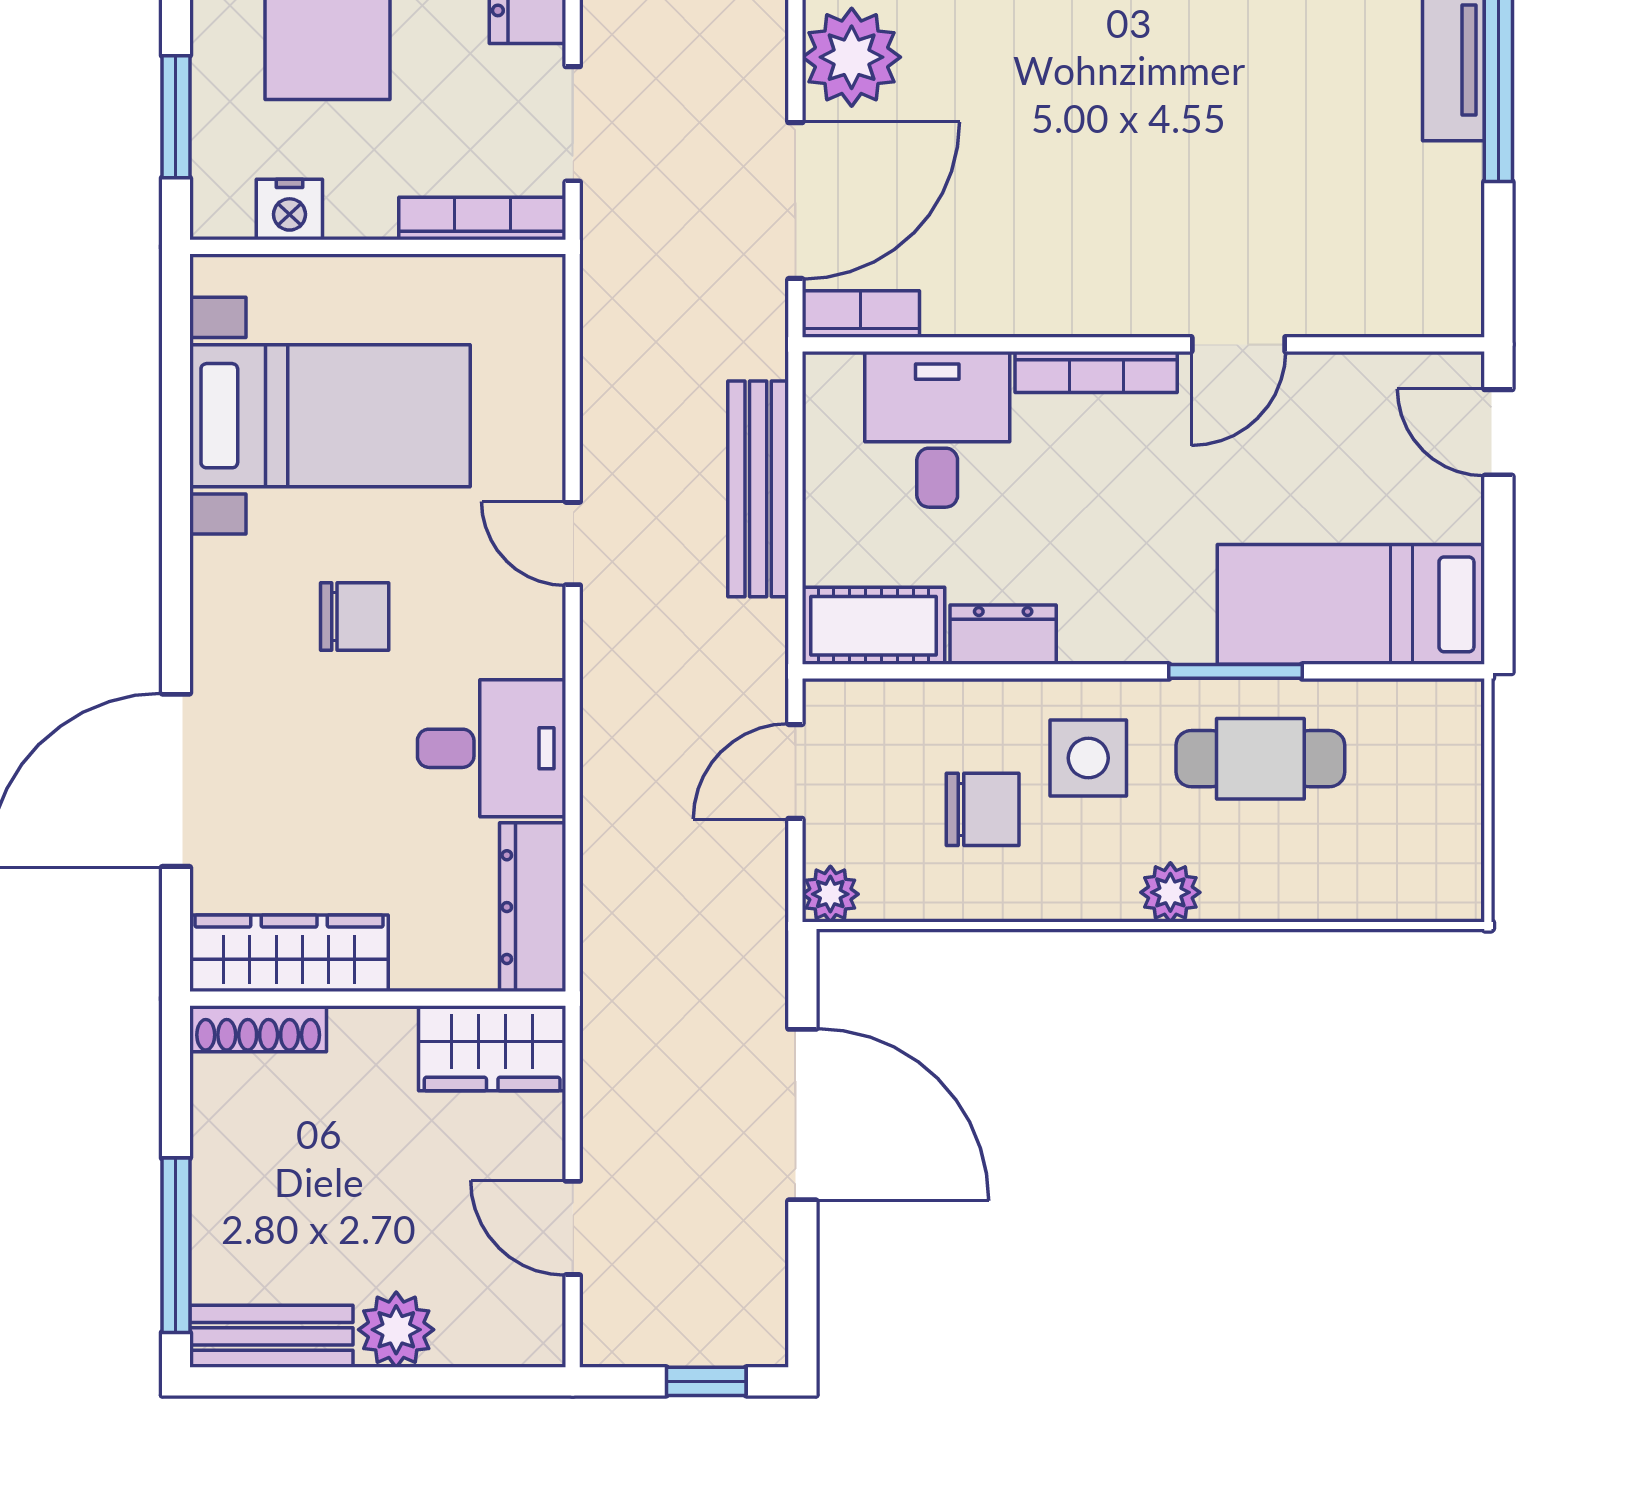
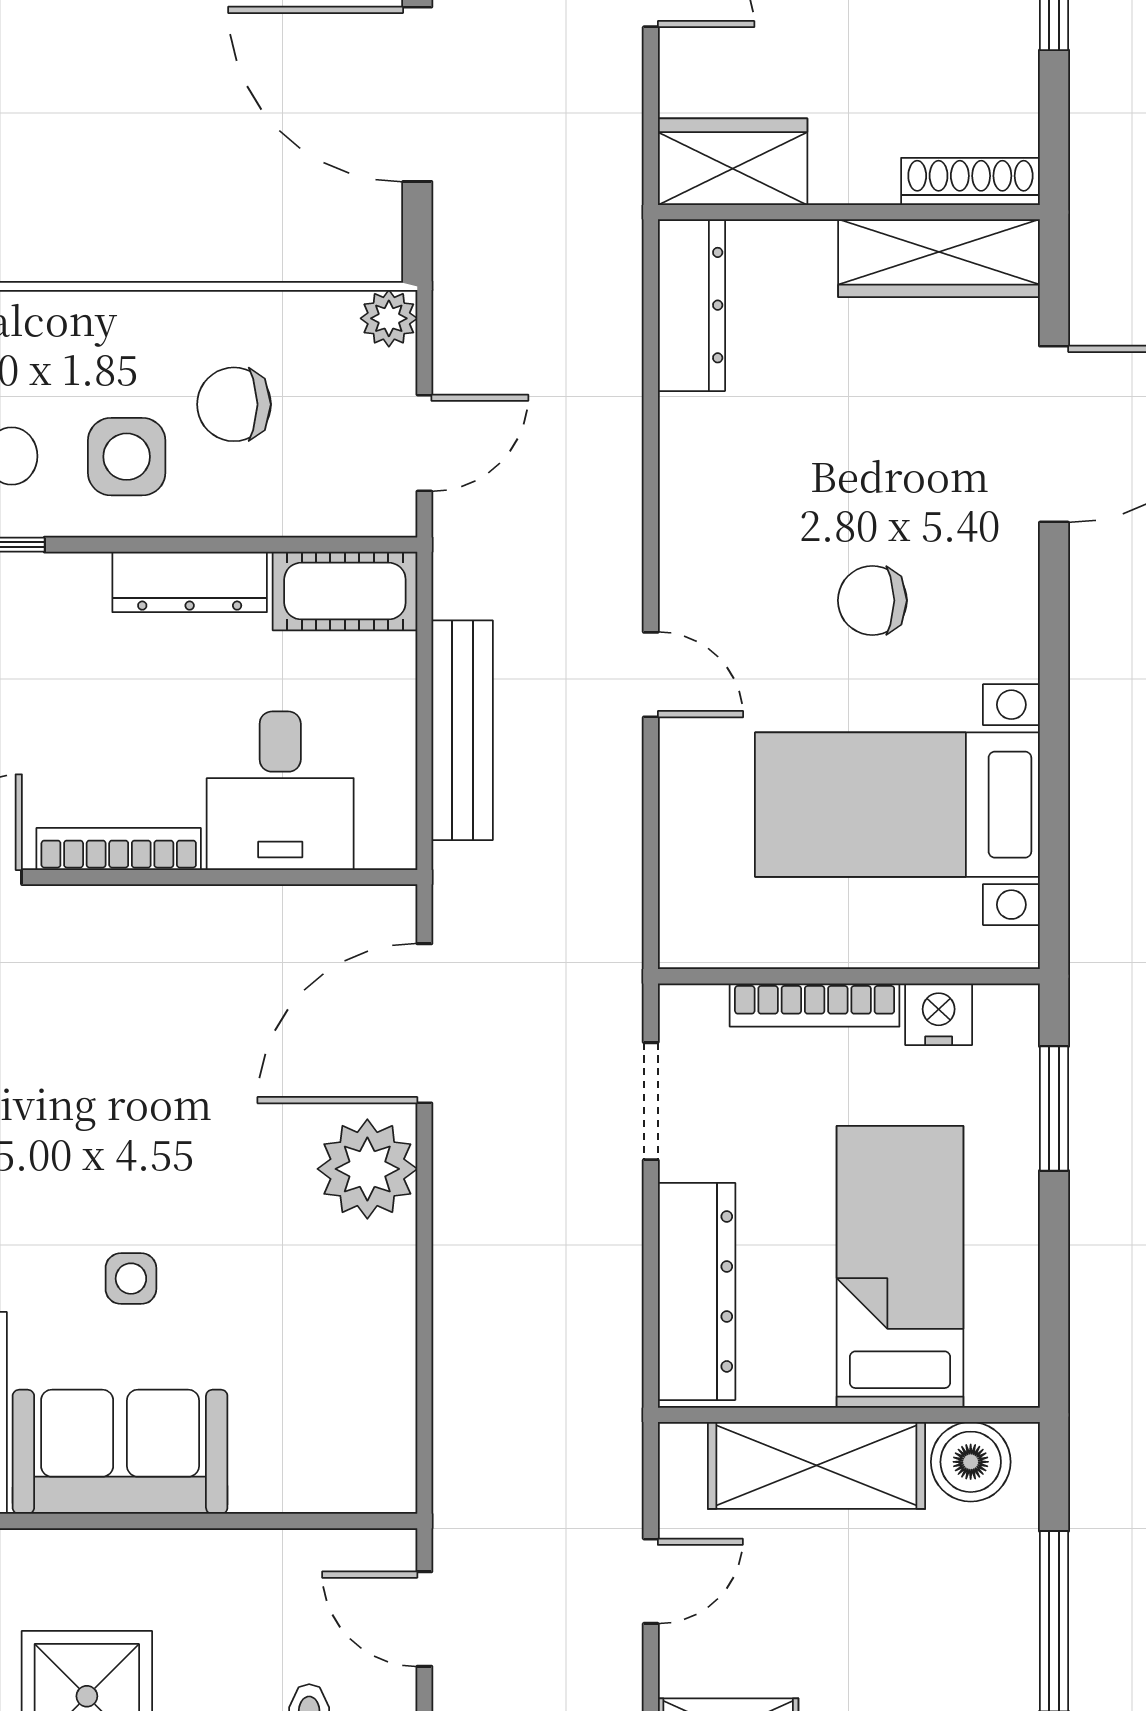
bookcase: (482, 219) -> (815, 1005), moved
bookcase: (861, 314) -> (358, 908), removed
dresser: (1003, 635) -> (190, 582), width x1.44
desk: (492, 748) -> (733, 467), removed
plant: (1170, 892) -> (43, 320), removed

